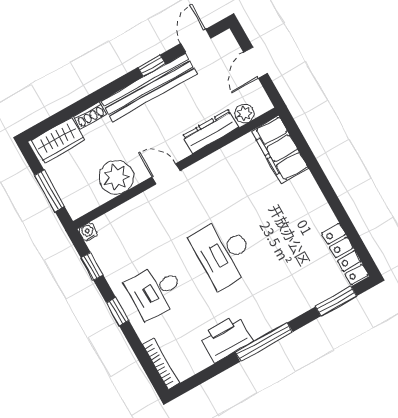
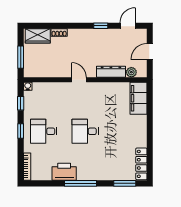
bench: (149, 87) -> (94, 35), removed
plant: (116, 177) -> (55, 68), removed
desk: (223, 253) -> (85, 131), width x0.73

